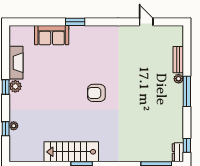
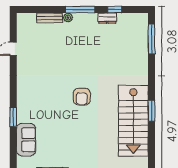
window: (187, 145) -> (115, 10), moved
stairs: (71, 152) -> (133, 121), width x1.36, depth x1.51
dresser: (178, 152) -> (107, 18), moved

